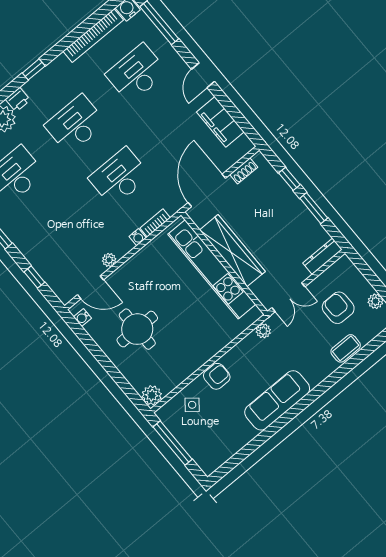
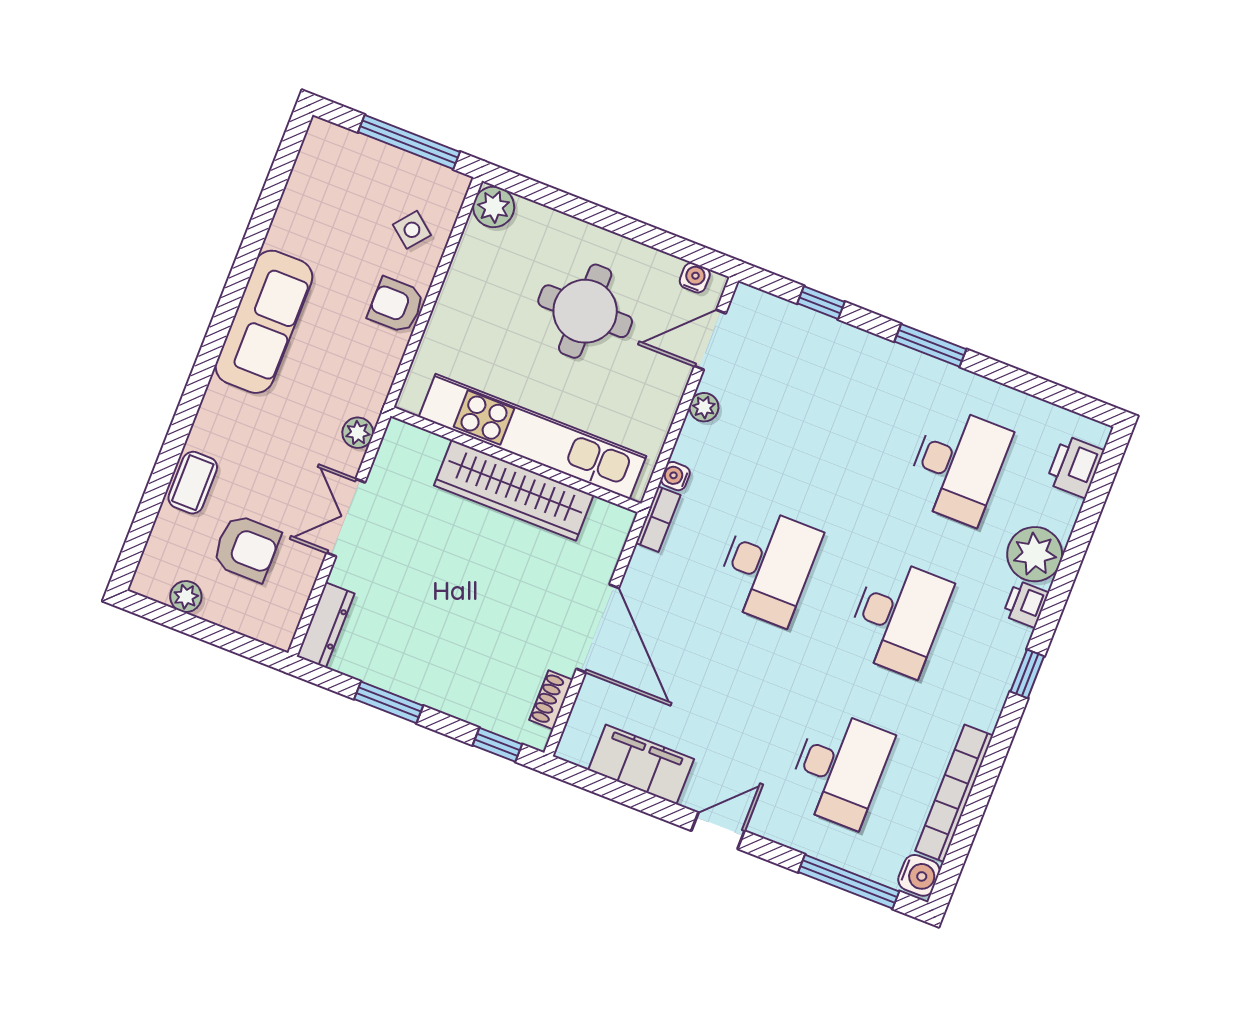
door: (203, 75) -> (718, 831), hinge flipped
window: (289, 179) -> (497, 745), moved
wardrobe: (232, 251) -> (514, 490), moved
wall: (224, 263) -> (516, 460), moved
kitchen unit: (212, 269) -> (532, 436), moved
armchair: (217, 376) -> (396, 305), turned 90

